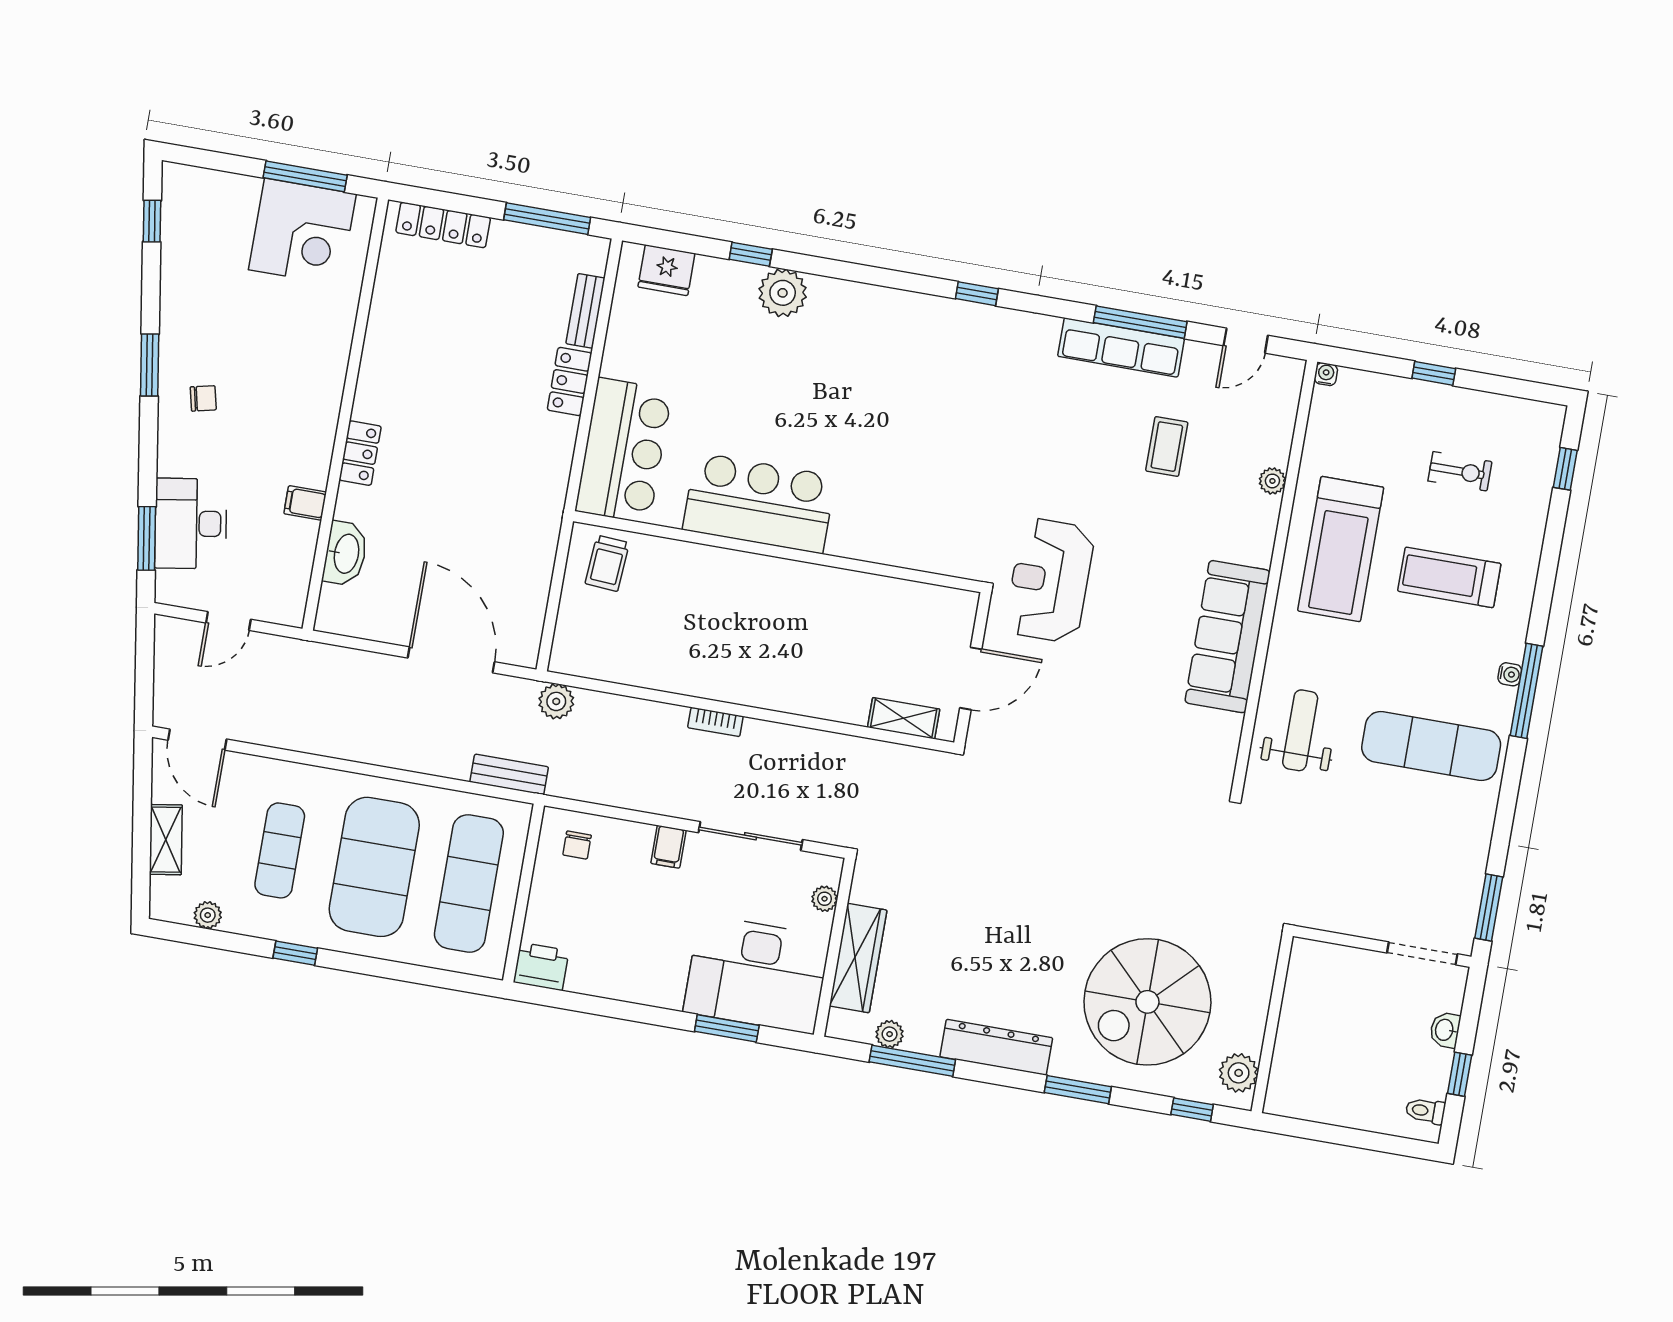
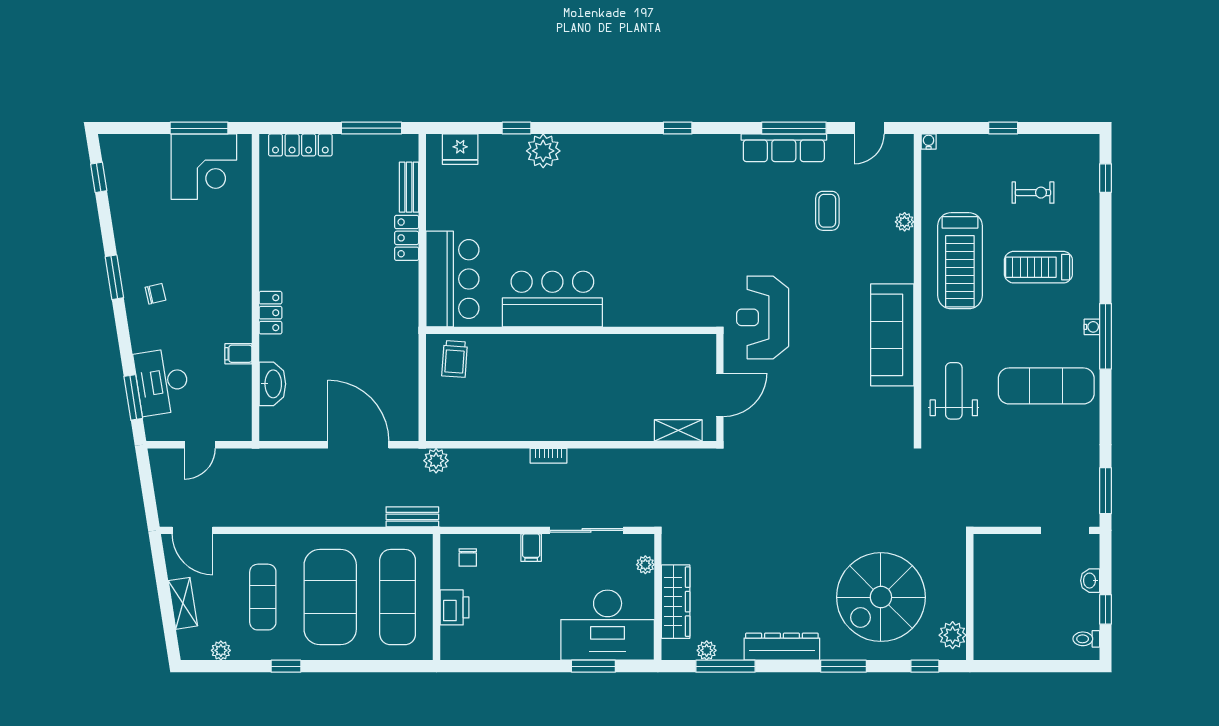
printer: (541, 966) -> (455, 607), moved, turned 90

